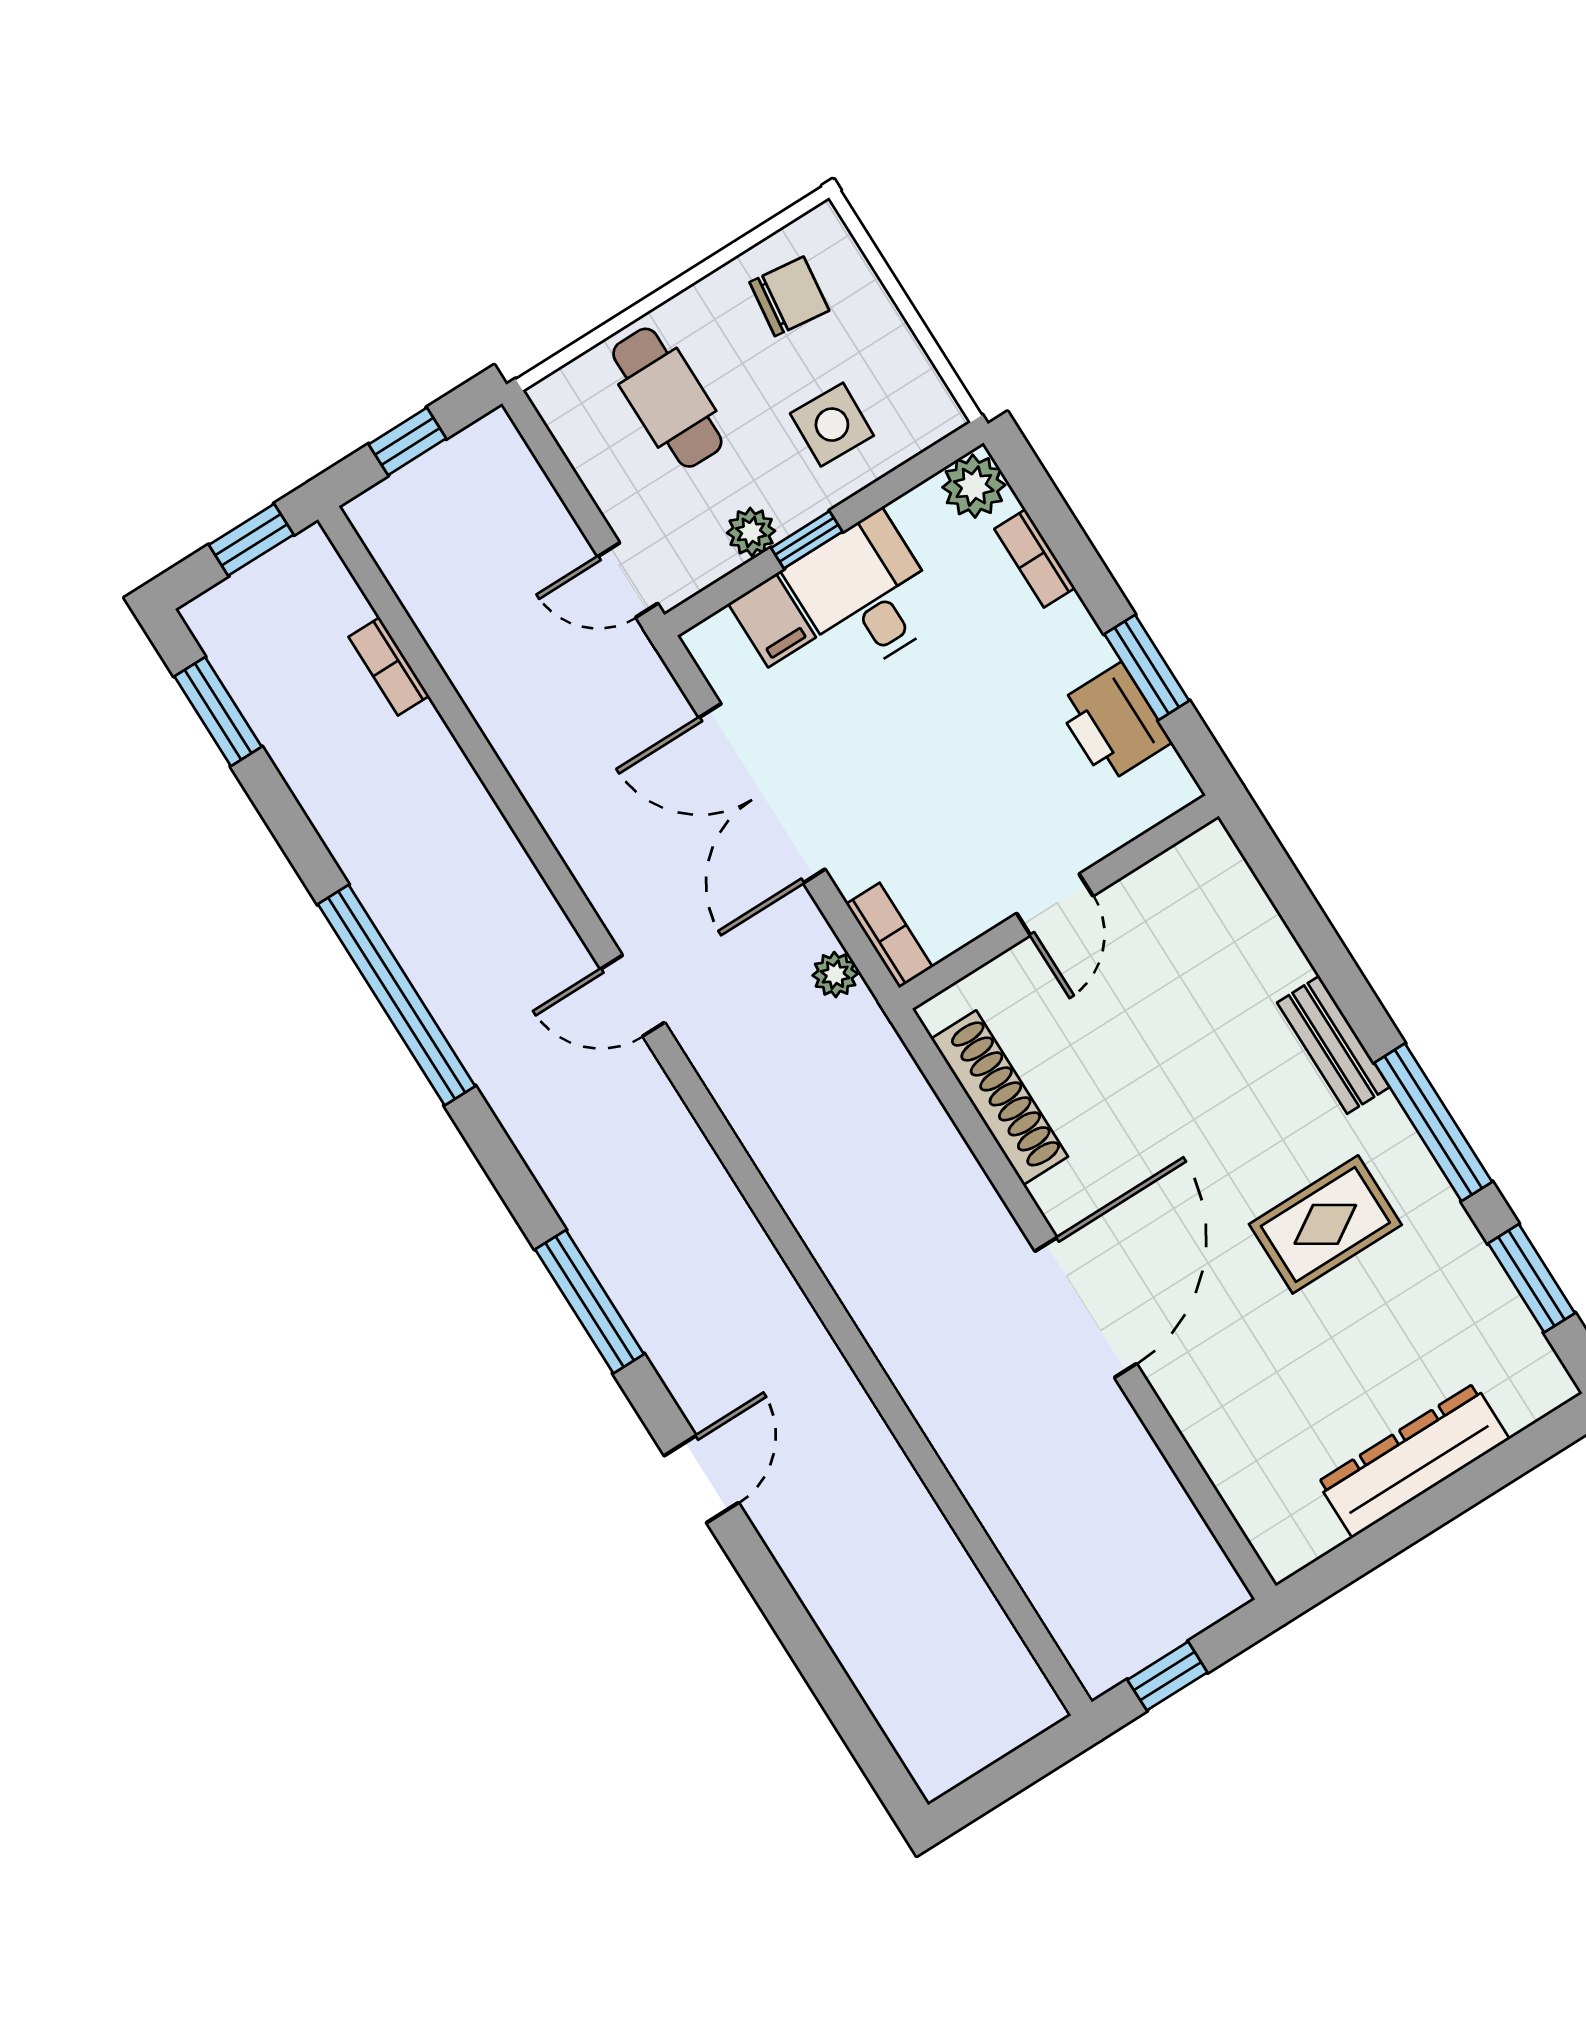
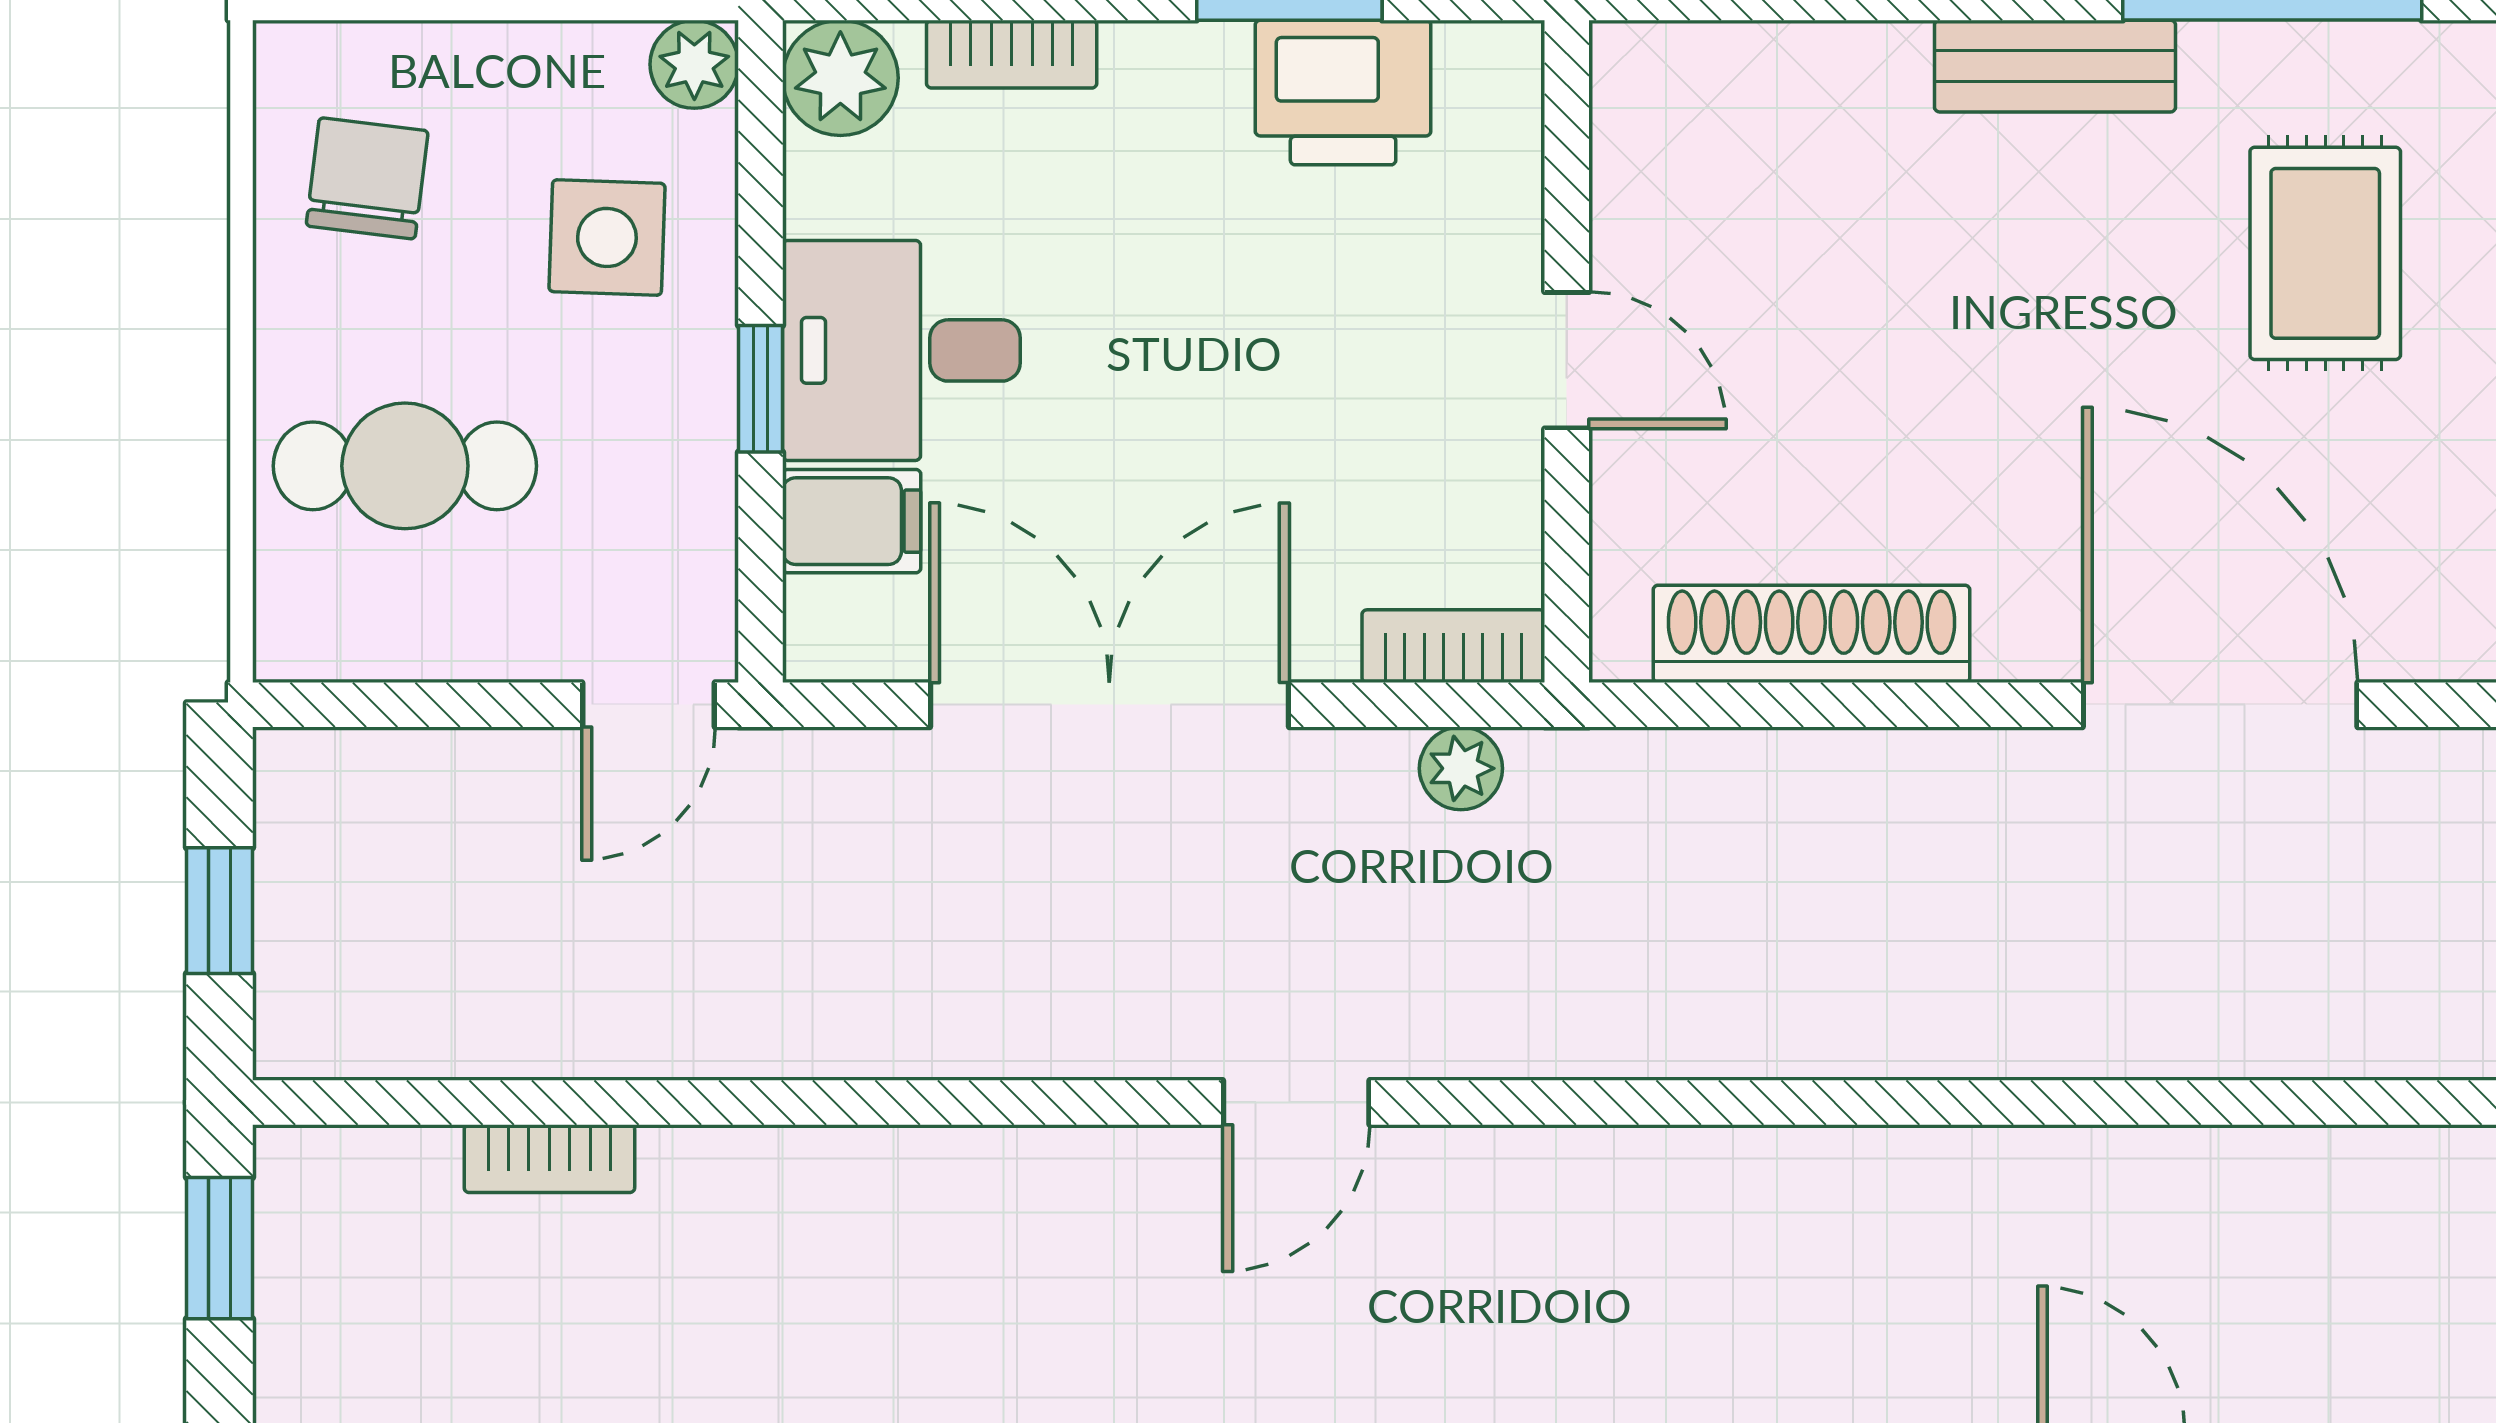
plant: (751, 532) -> (694, 64), moved
double door: (762, 793) -> (1109, 705), swing flipped

